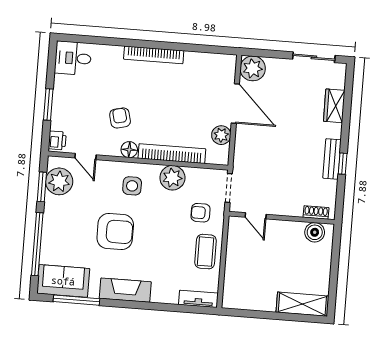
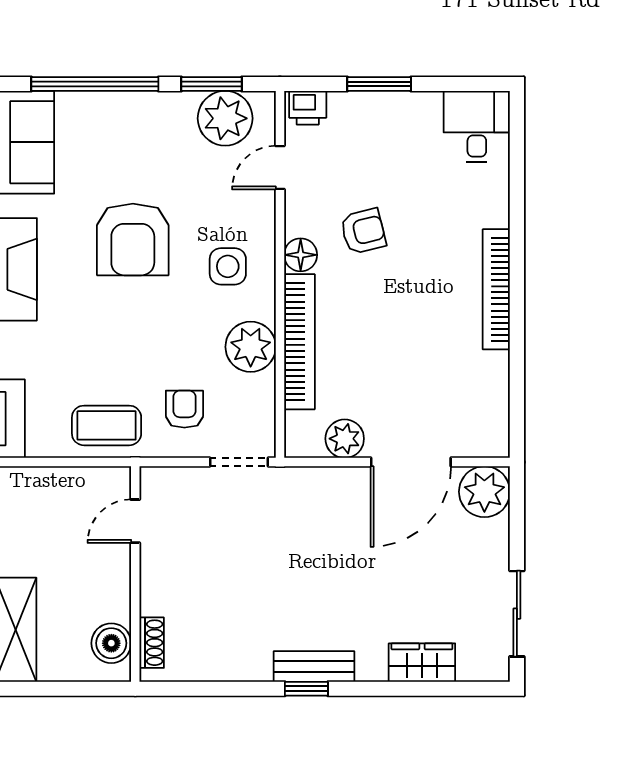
shoe rack: (316, 212) -> (152, 643), moved
door: (256, 216) -> (135, 521), moved
wall: (282, 218) -> (135, 574), moved
boiler: (315, 232) -> (111, 643), moved

